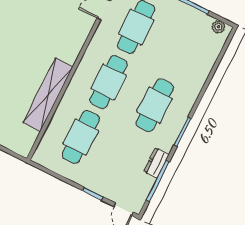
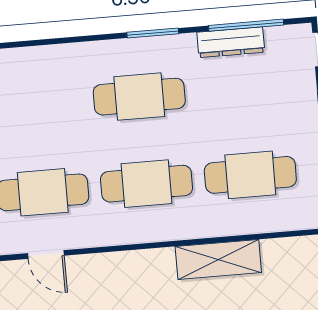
shelving: (48, 95) -> (218, 260), width x0.68
dresser: (156, 163) -> (231, 42), width x1.44

